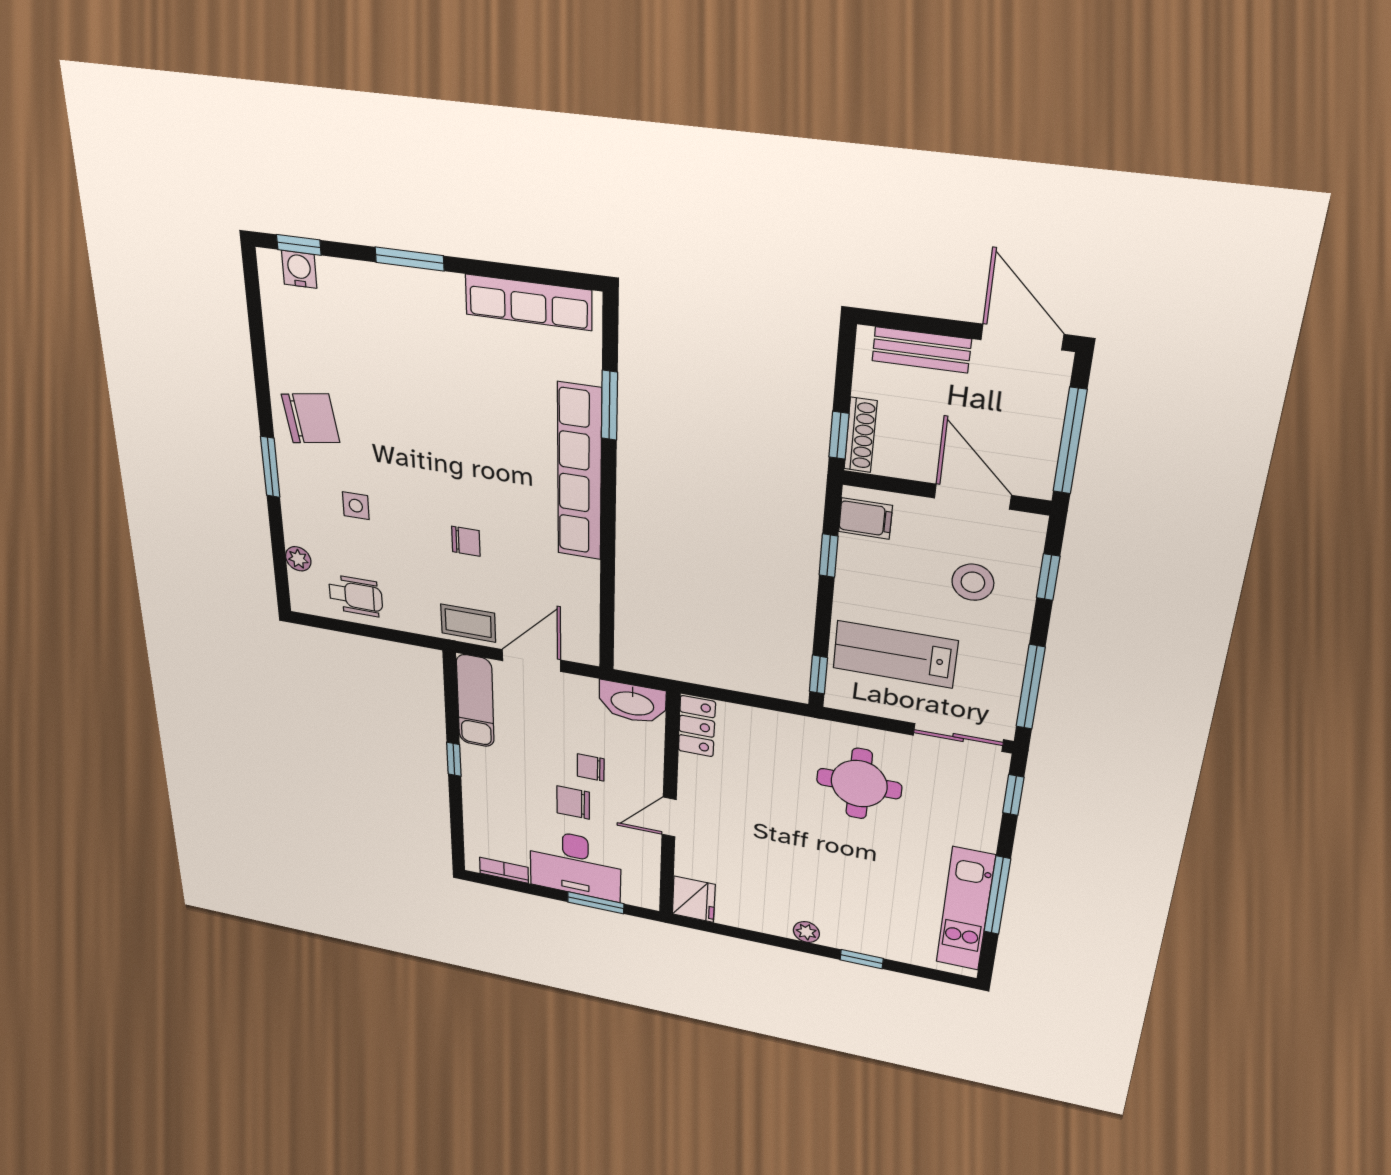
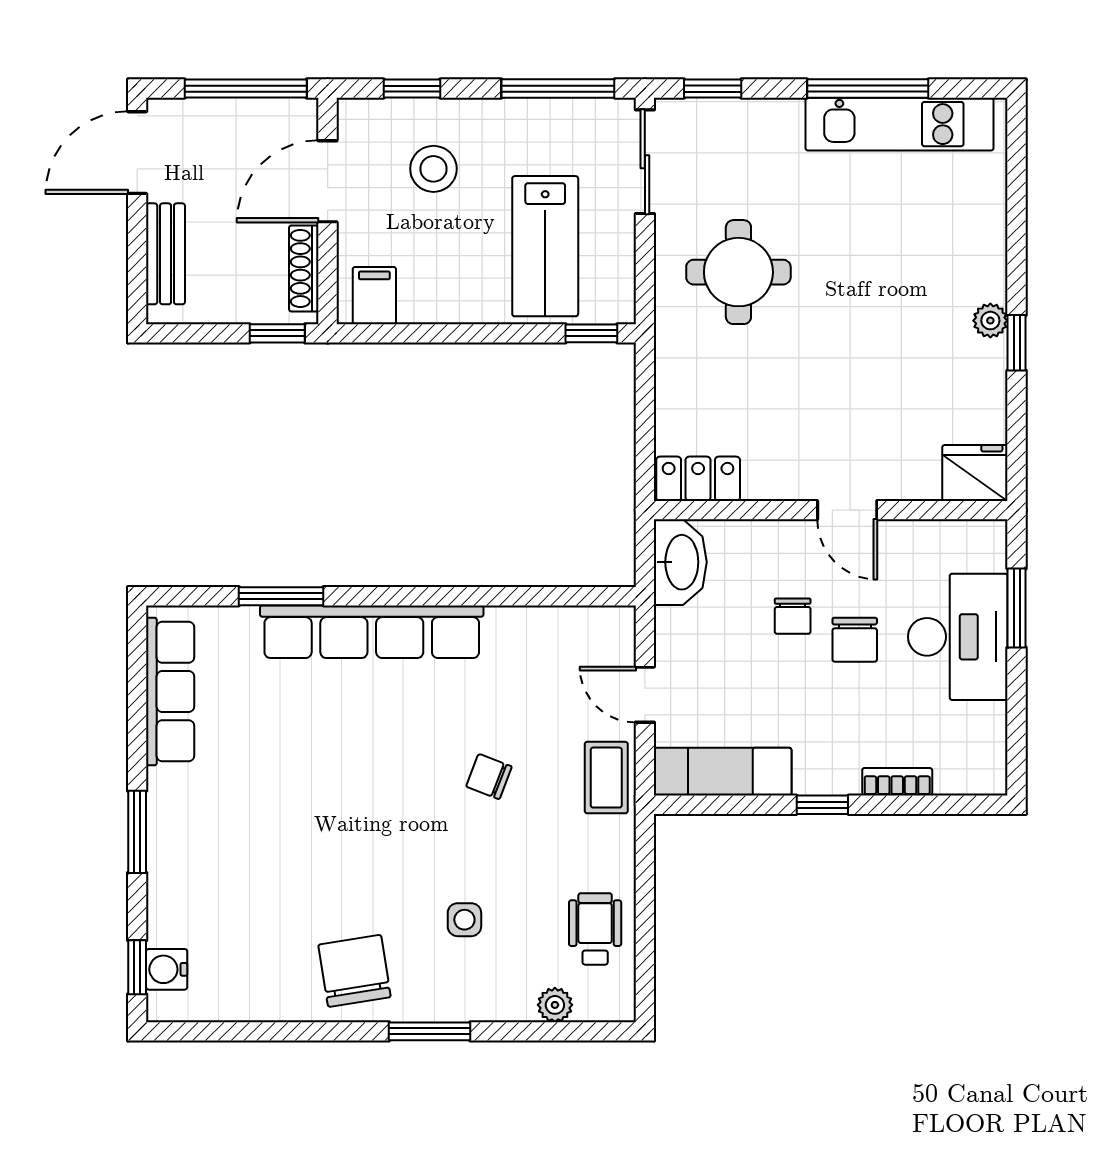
shoe rack: (861, 435) -> (304, 268), moved, turned -90
chair: (466, 541) -> (489, 777), turned -69
window: (829, 556) -> (429, 333), removed
door: (531, 660) -> (645, 695), width x0.73
bookcase: (504, 870) -> (897, 782), moved, turned 90
window: (862, 959) -> (1017, 343), moved

